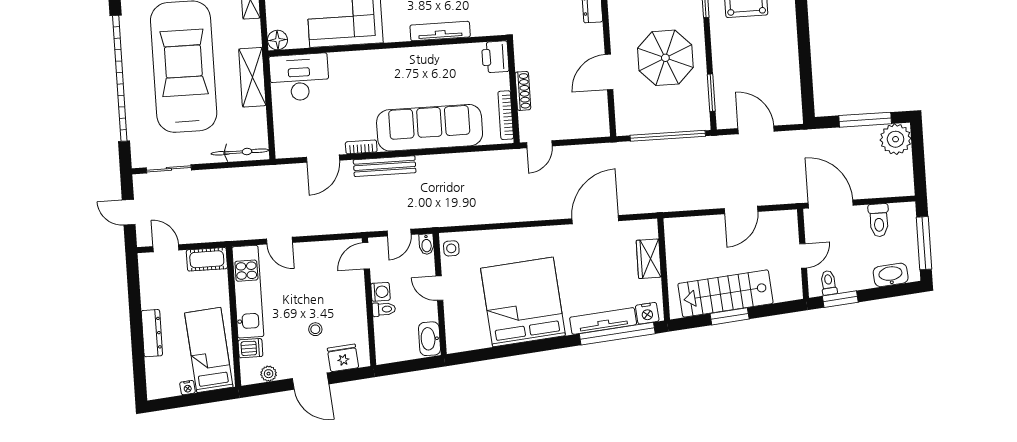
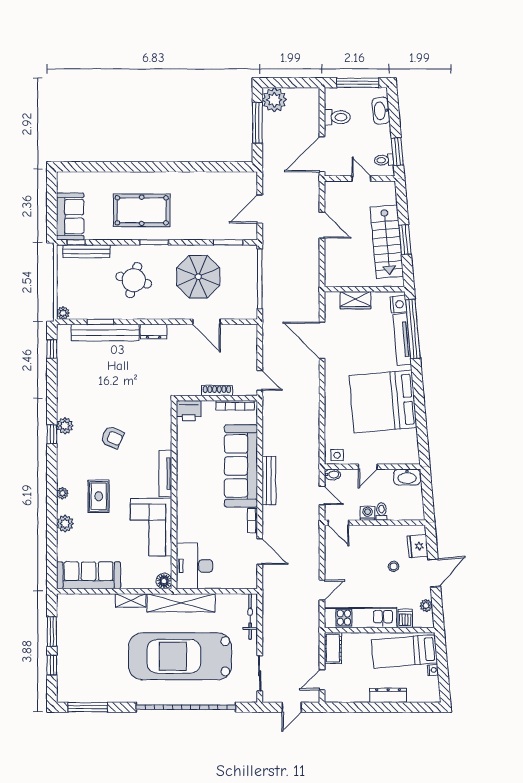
tv unit: (440, 31) -> (165, 474), moved
shelving: (252, 77) -> (181, 603), width x1.47
bench: (385, 166) -> (269, 480), moved

